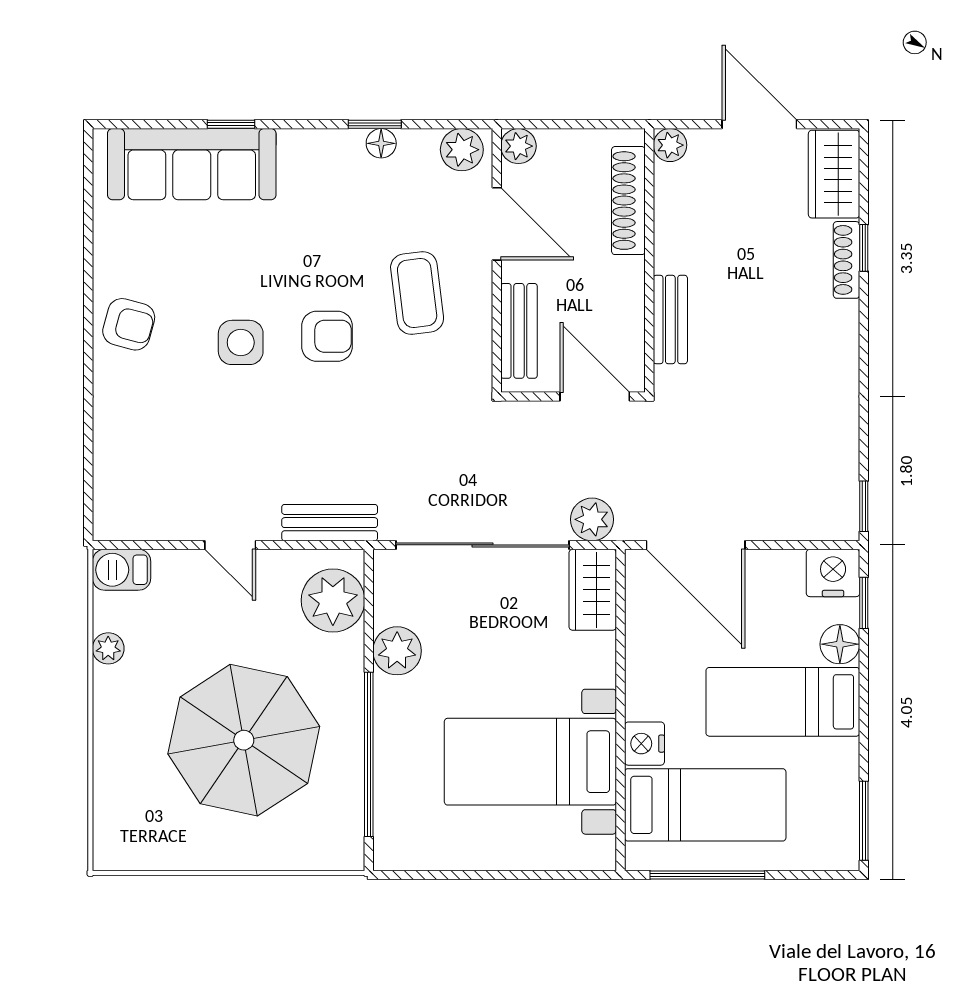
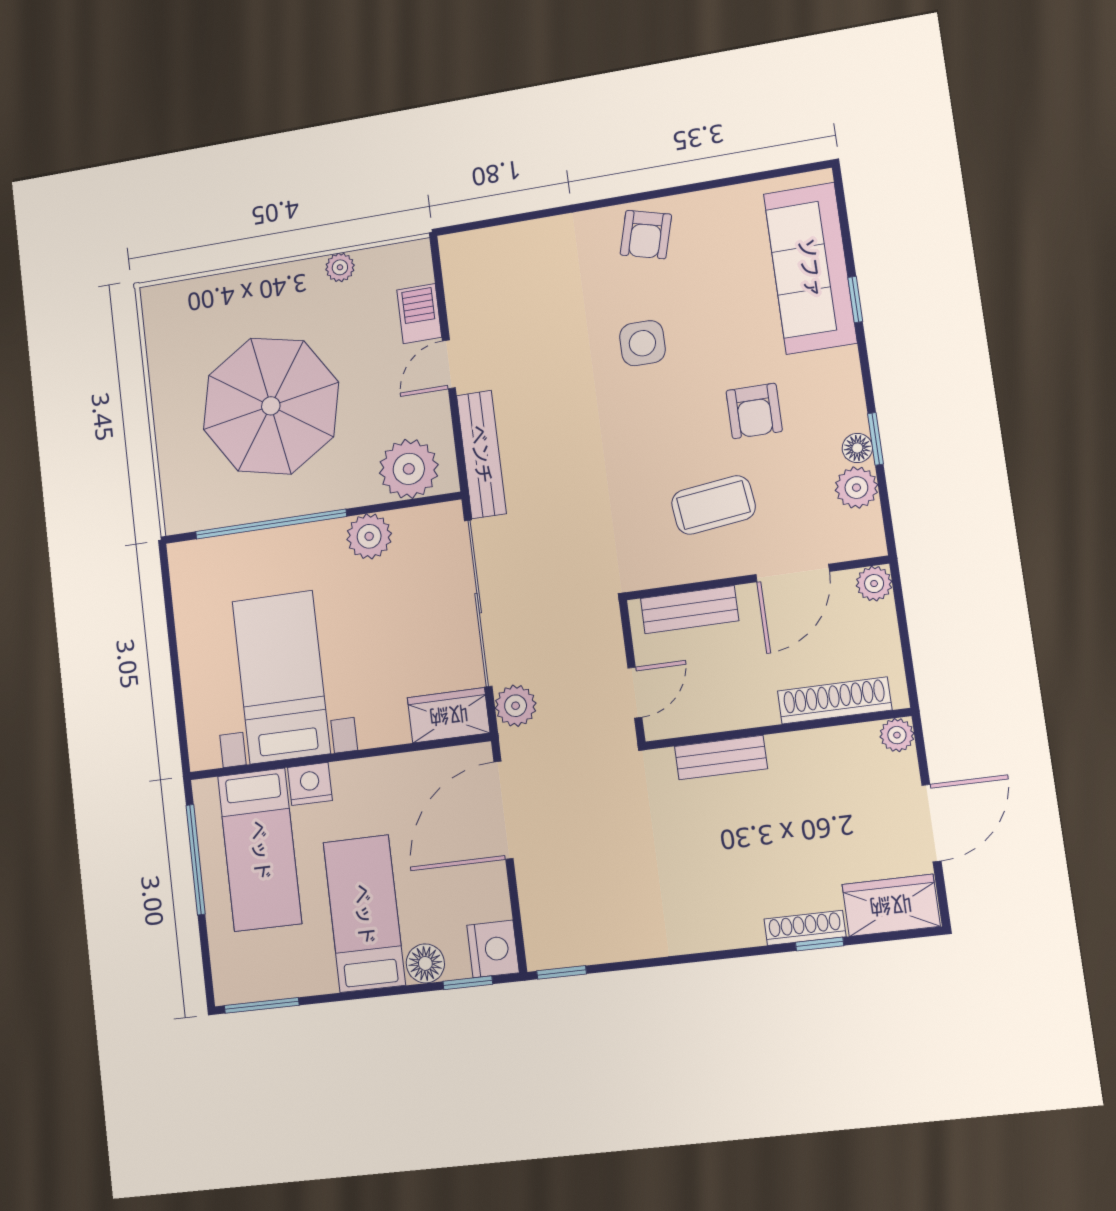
plant: (462, 150) -> (856, 488), moved
armchair: (327, 336) -> (754, 411), moved
door: (595, 397) -> (635, 693), width x0.73
bench: (330, 523) -> (481, 454), width x1.36
barbecue: (122, 570) -> (419, 314), moved

